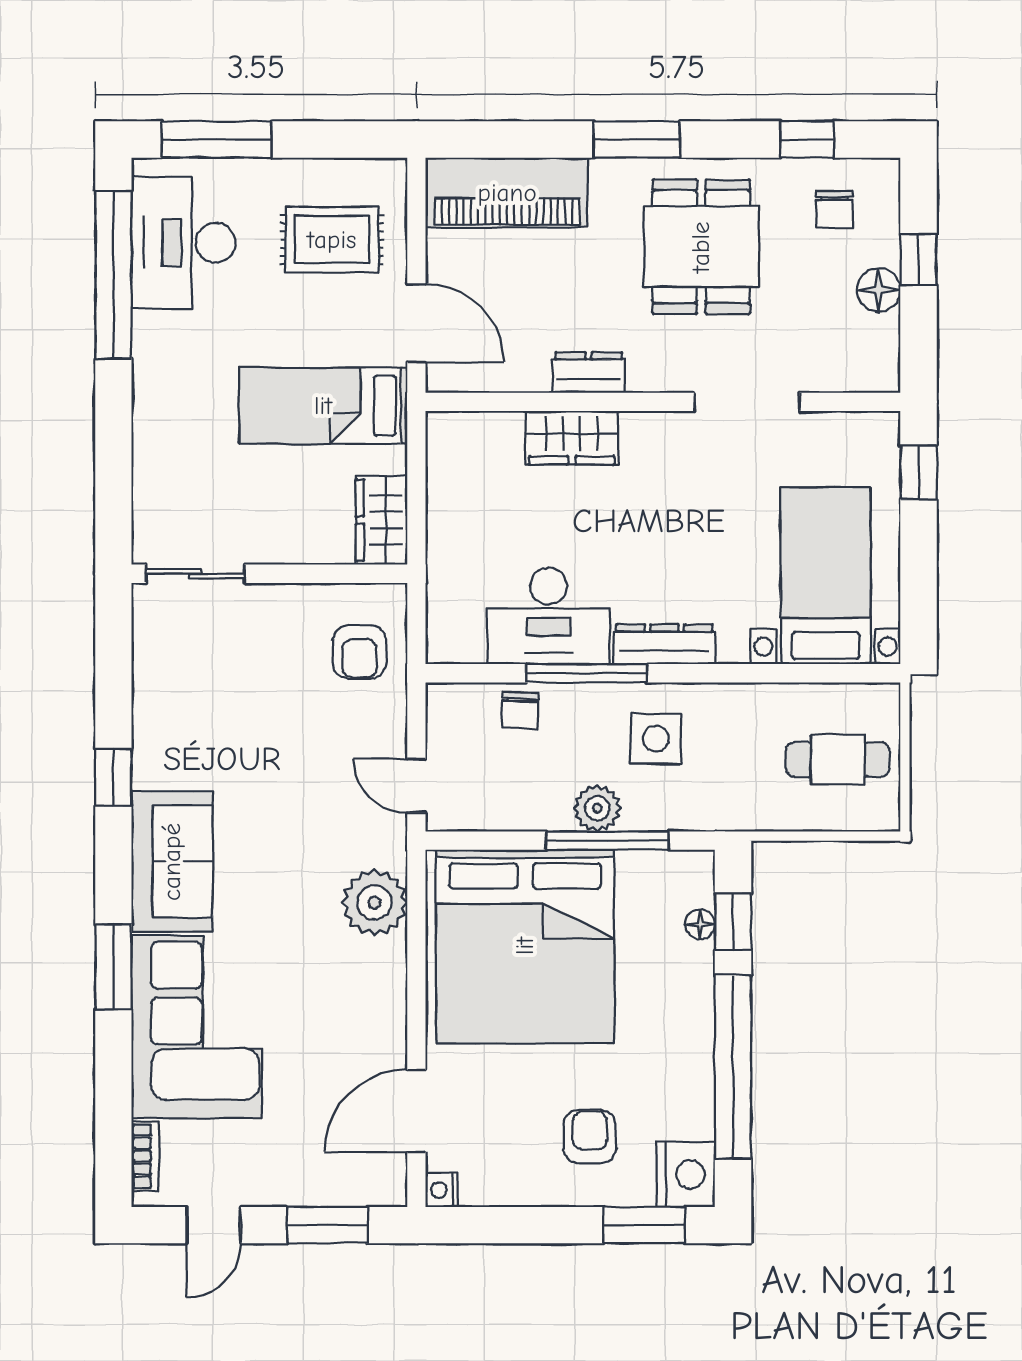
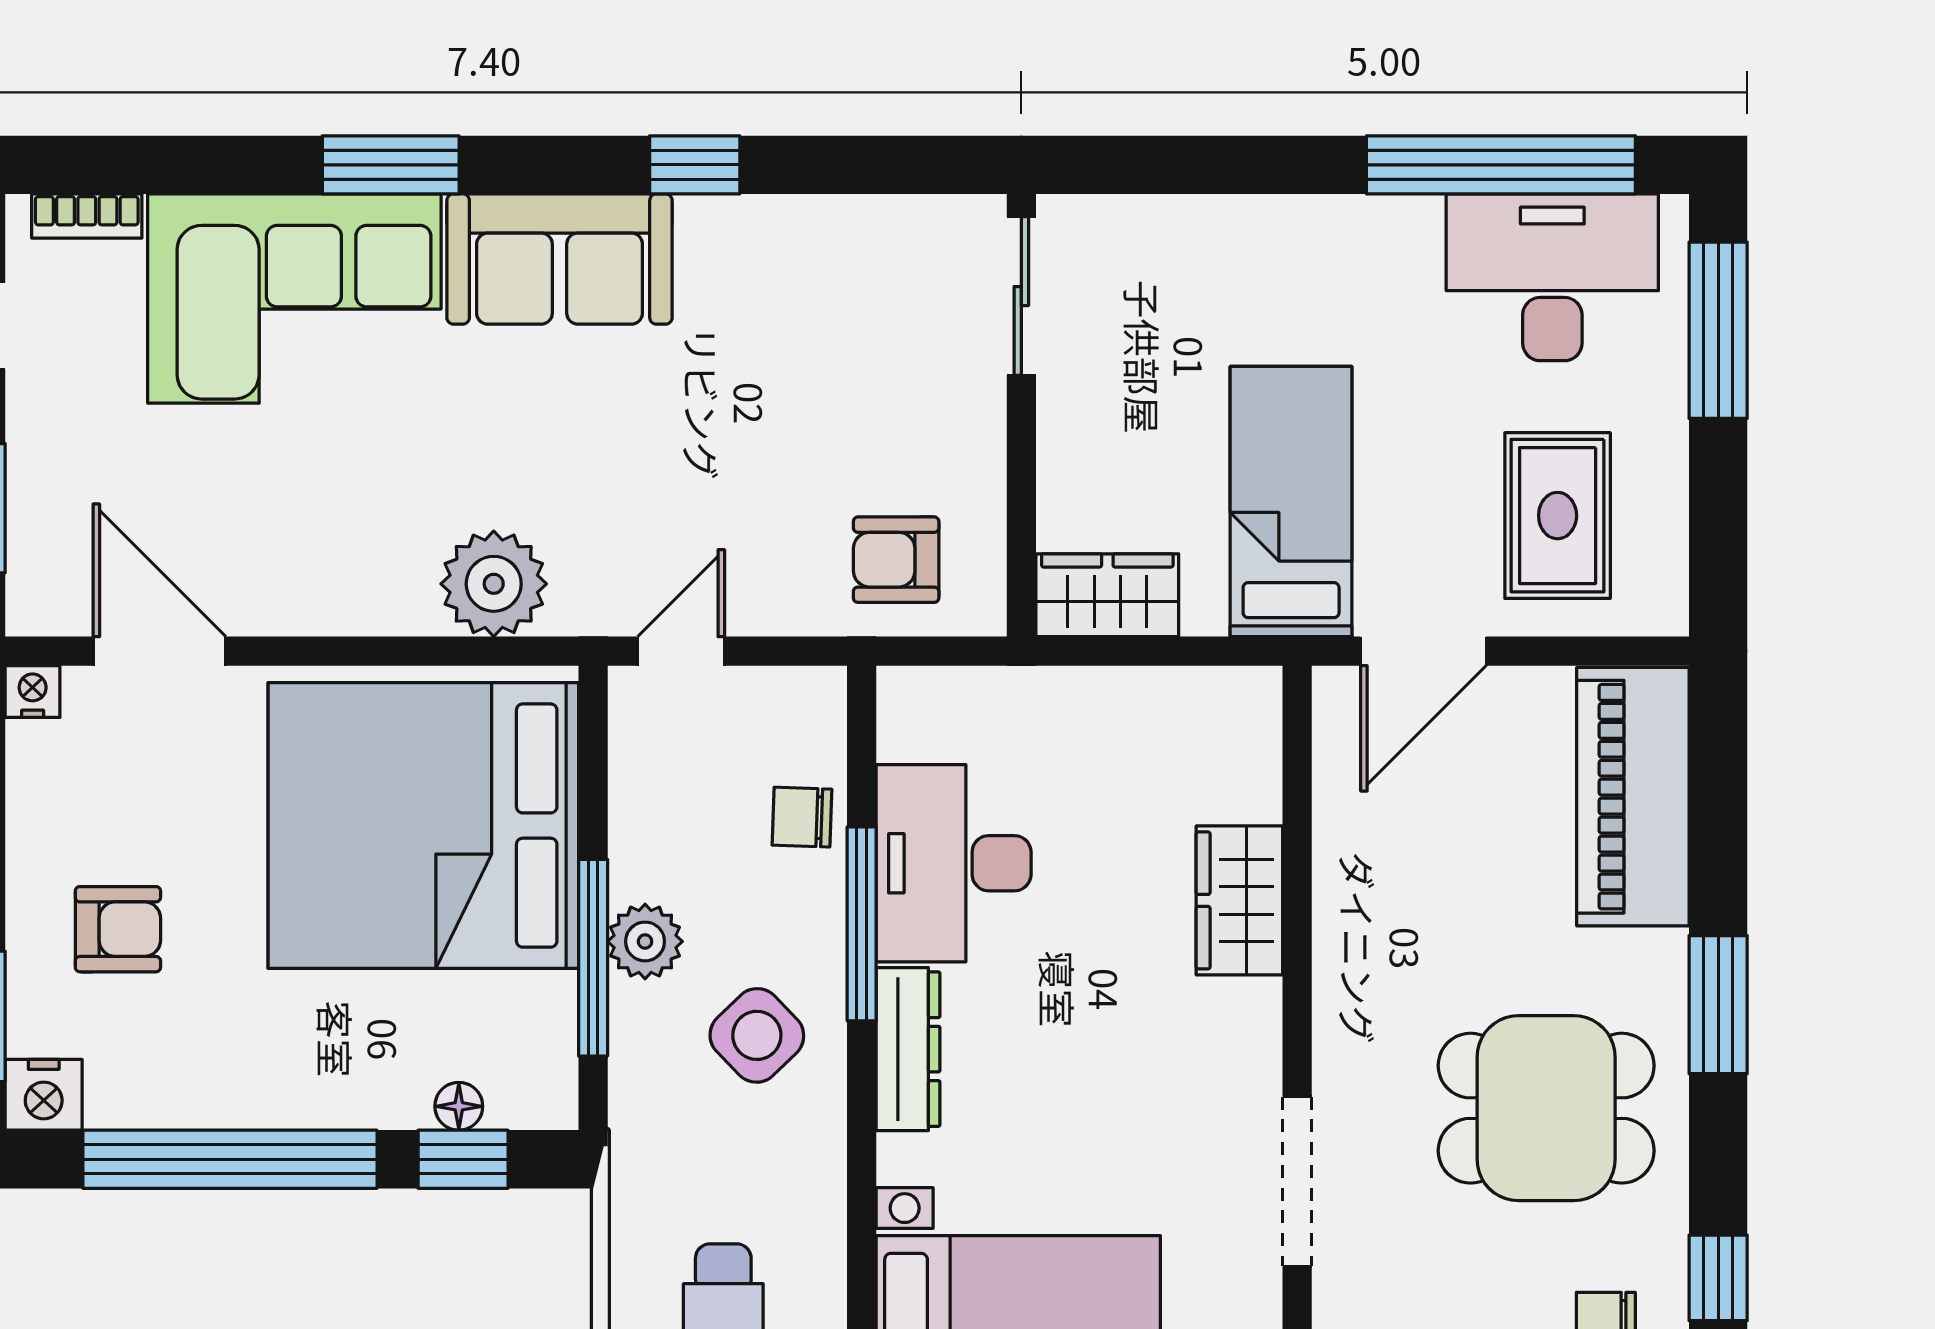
dresser: (589, 372) -> (1344, 927), removed
side table: (656, 739) -> (757, 1035), turned 45
nightstand: (686, 1174) -> (44, 1095), width x0.74, depth x0.75

